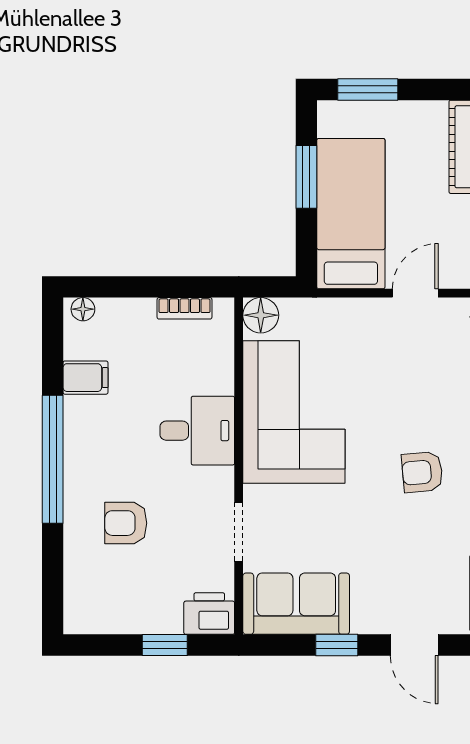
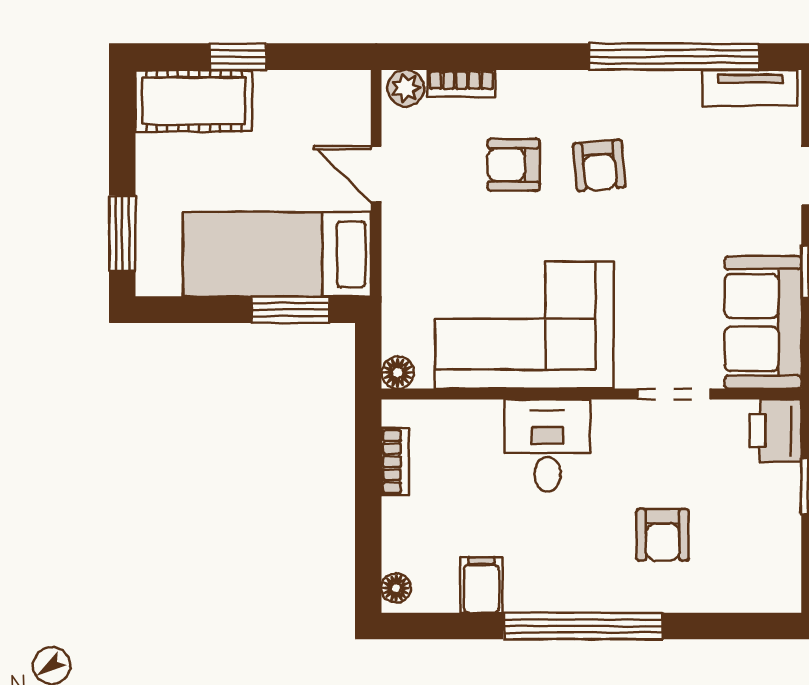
window: (306, 177) -> (290, 310), moved
floor lamp: (261, 315) -> (398, 373), width x0.73, depth x0.73
armchair: (423, 403) -> (514, 165), added

